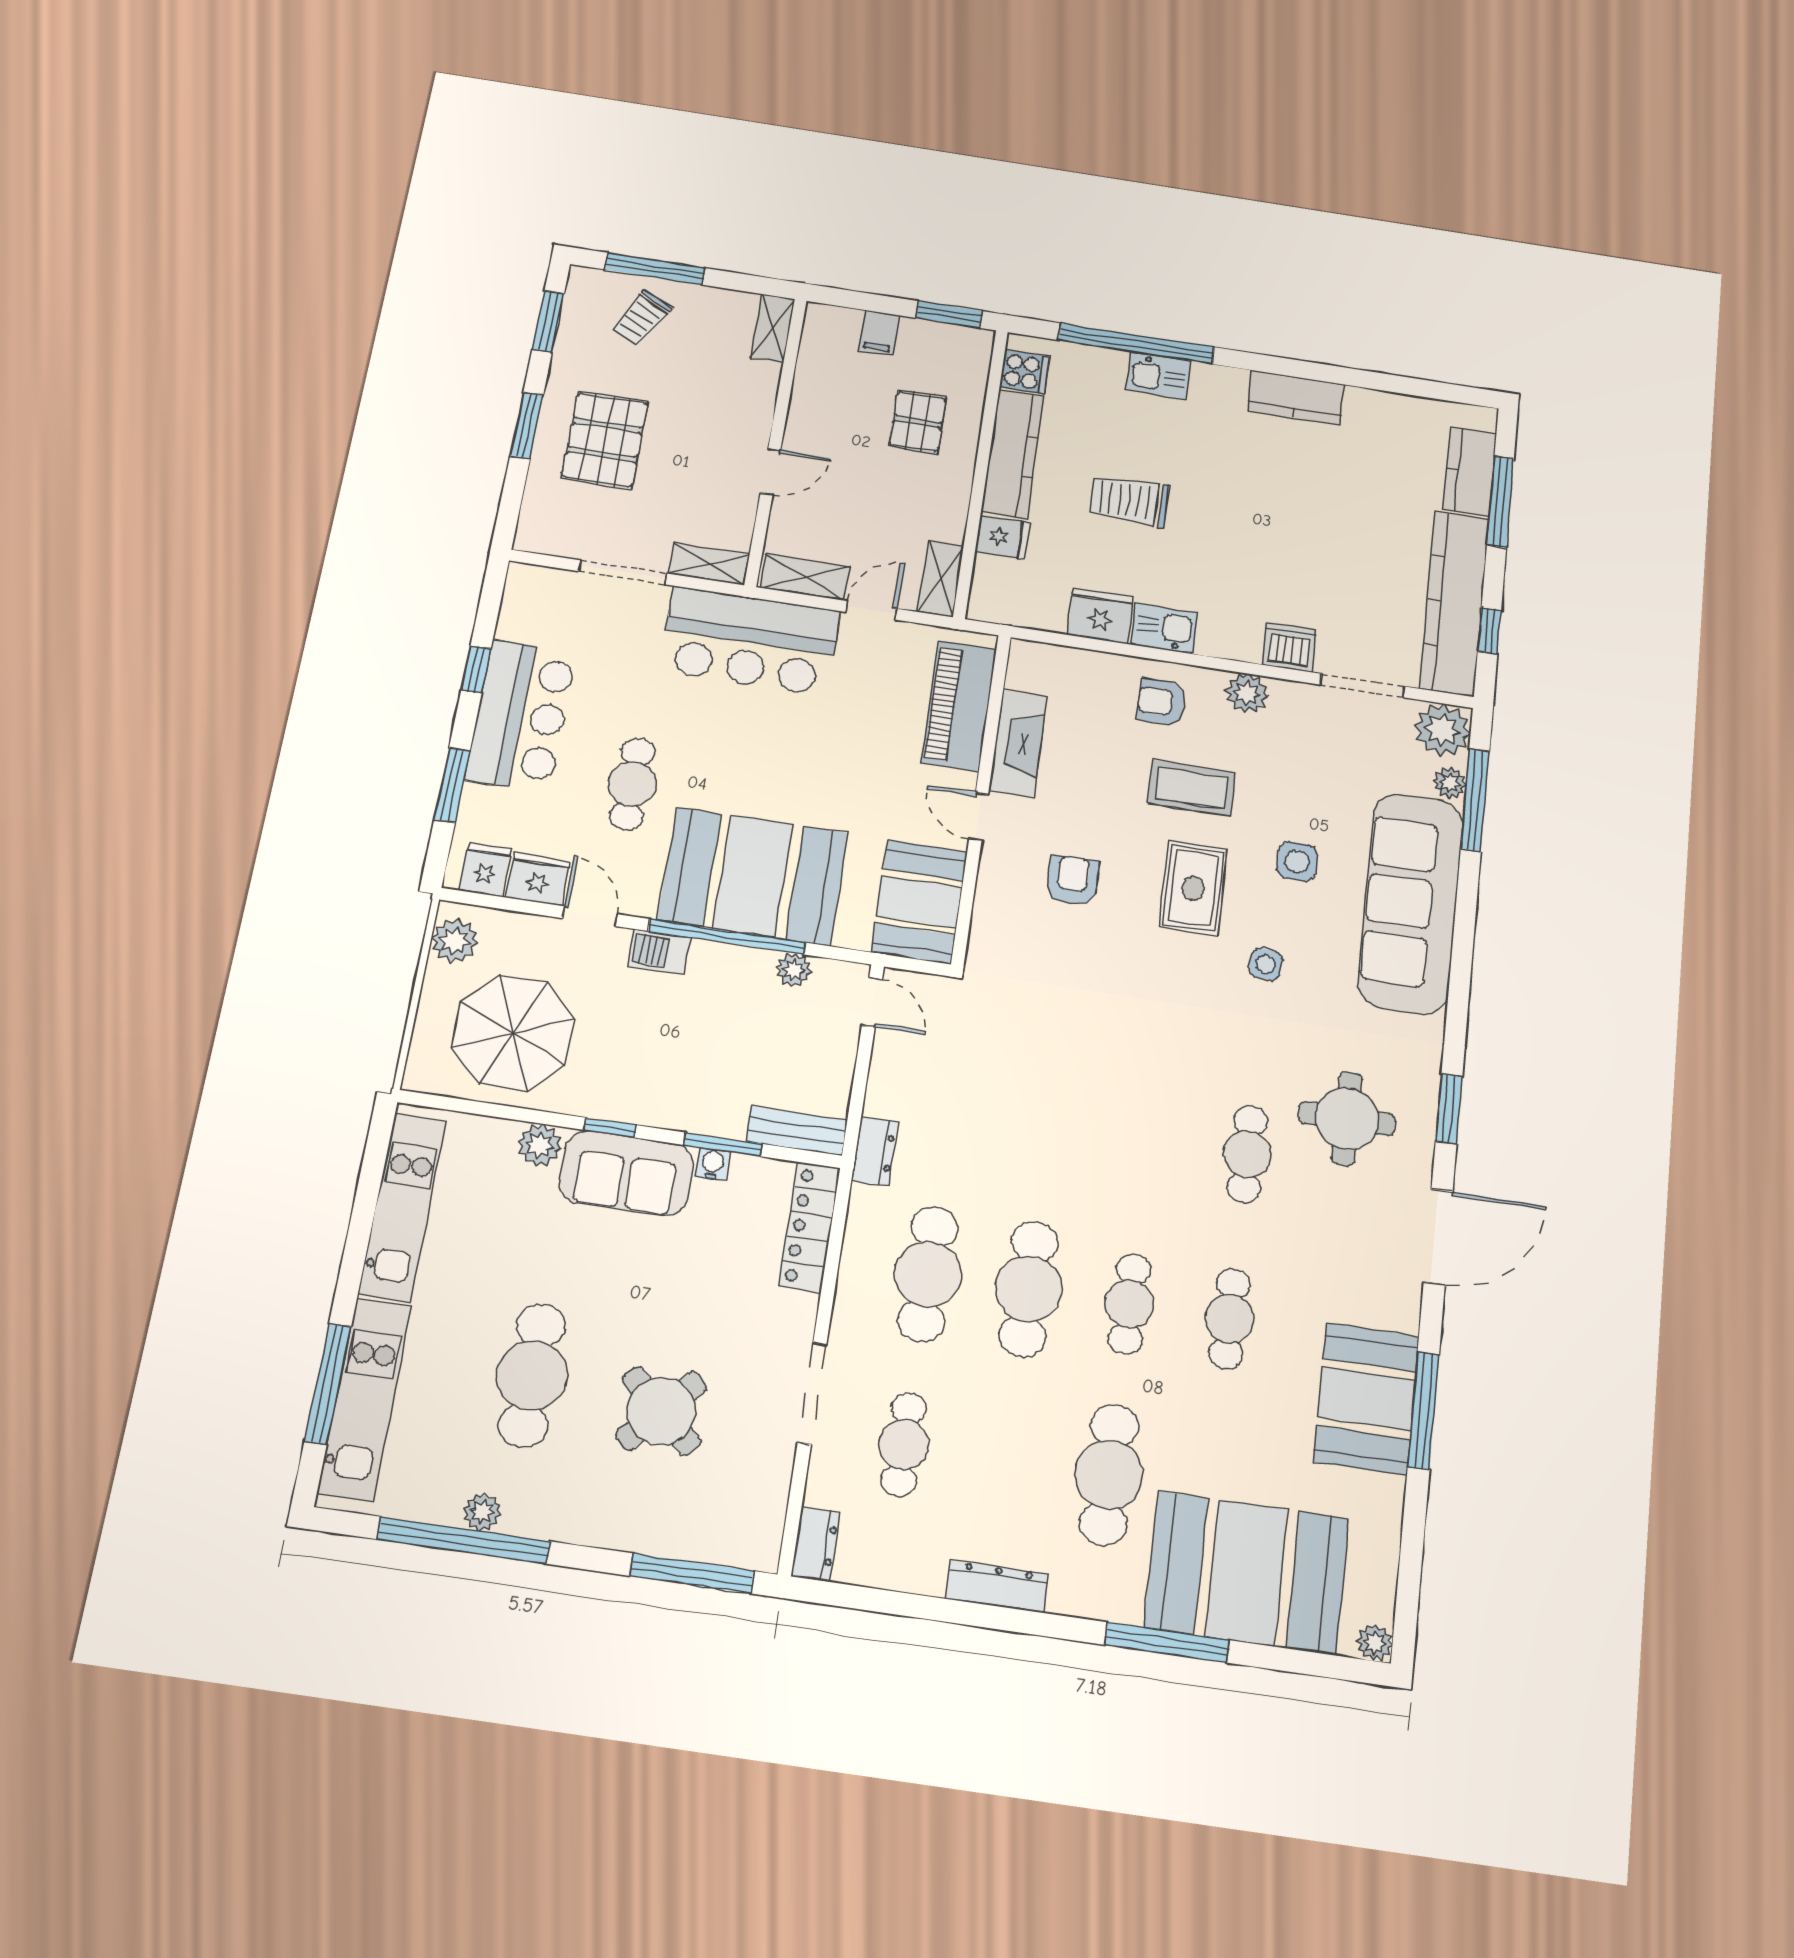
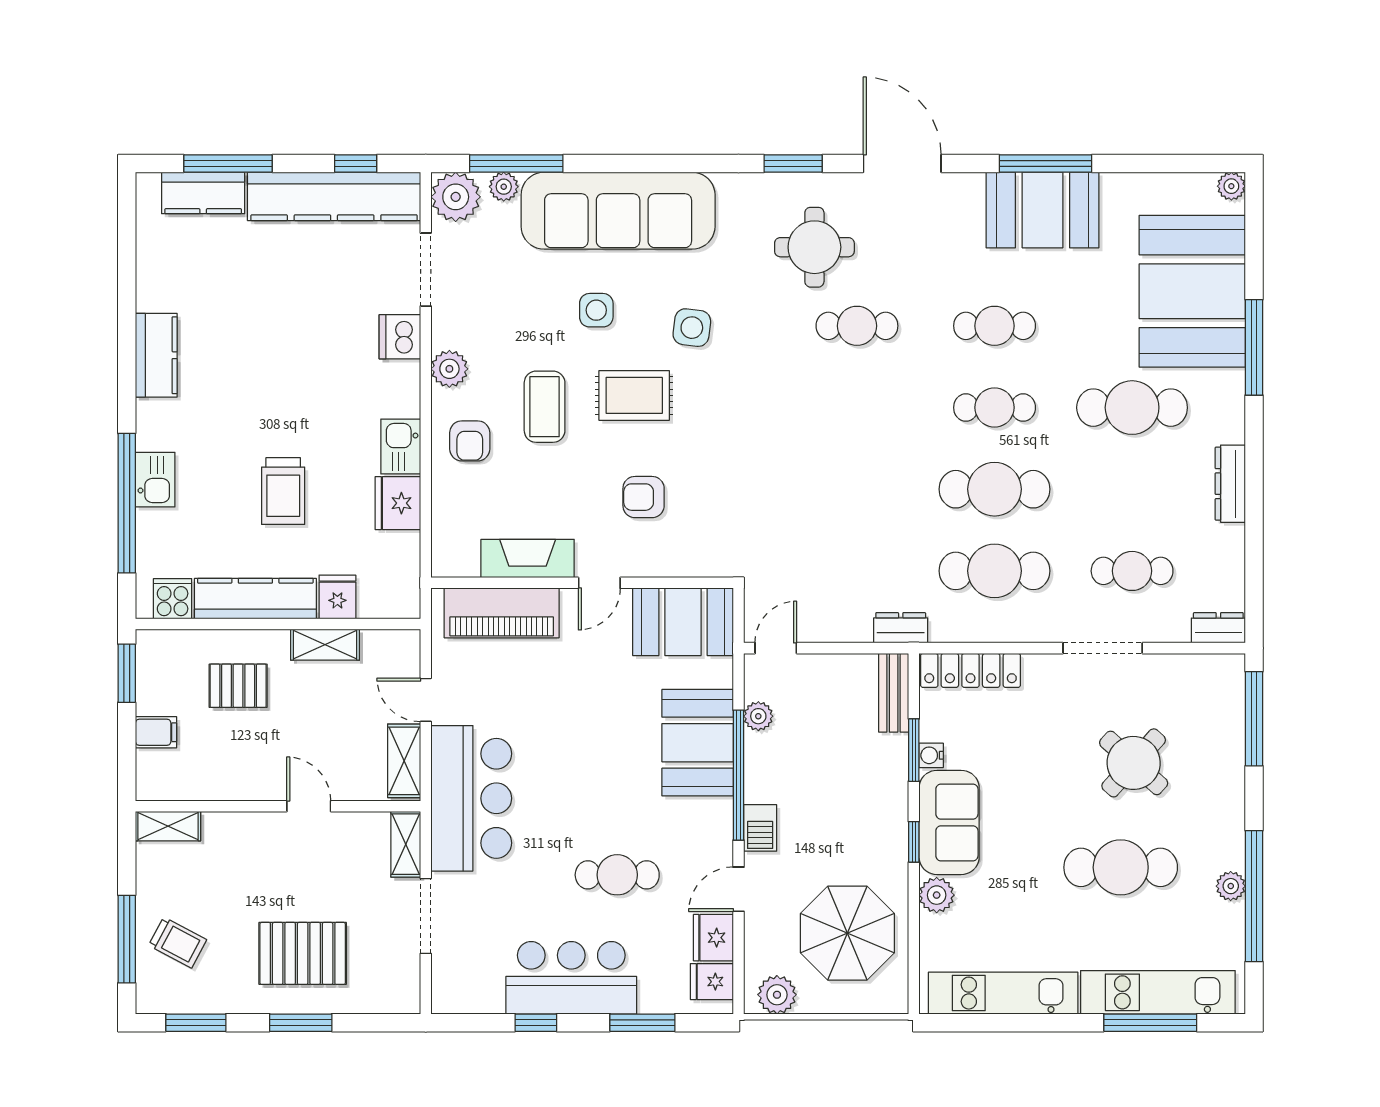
shelving: (941, 579) -> (325, 645), moved
booth: (753, 876) -> (698, 743), width x0.73, depth x0.70
side table: (1266, 964) -> (692, 328), width x1.37, depth x1.37

